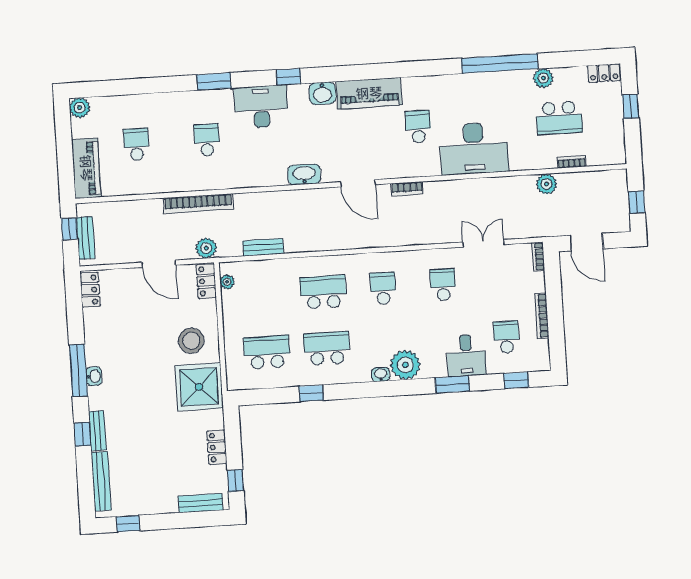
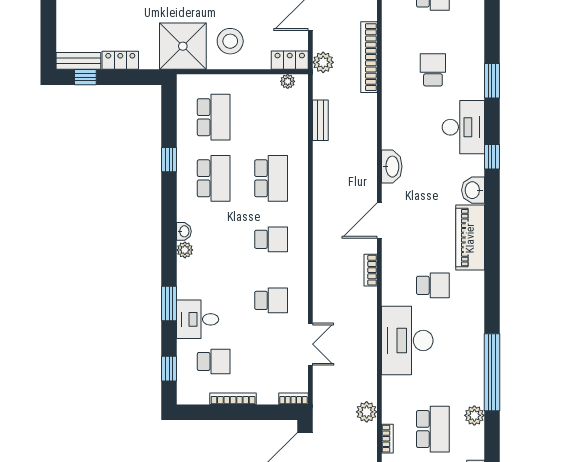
school desk: (559, 118) -> (433, 429), turned 180
school desk: (207, 140) -> (433, 70), turned -90
plant: (405, 365) -> (185, 250), width x0.53, depth x0.53
bench: (200, 503) -> (78, 61), moved, turned 90

